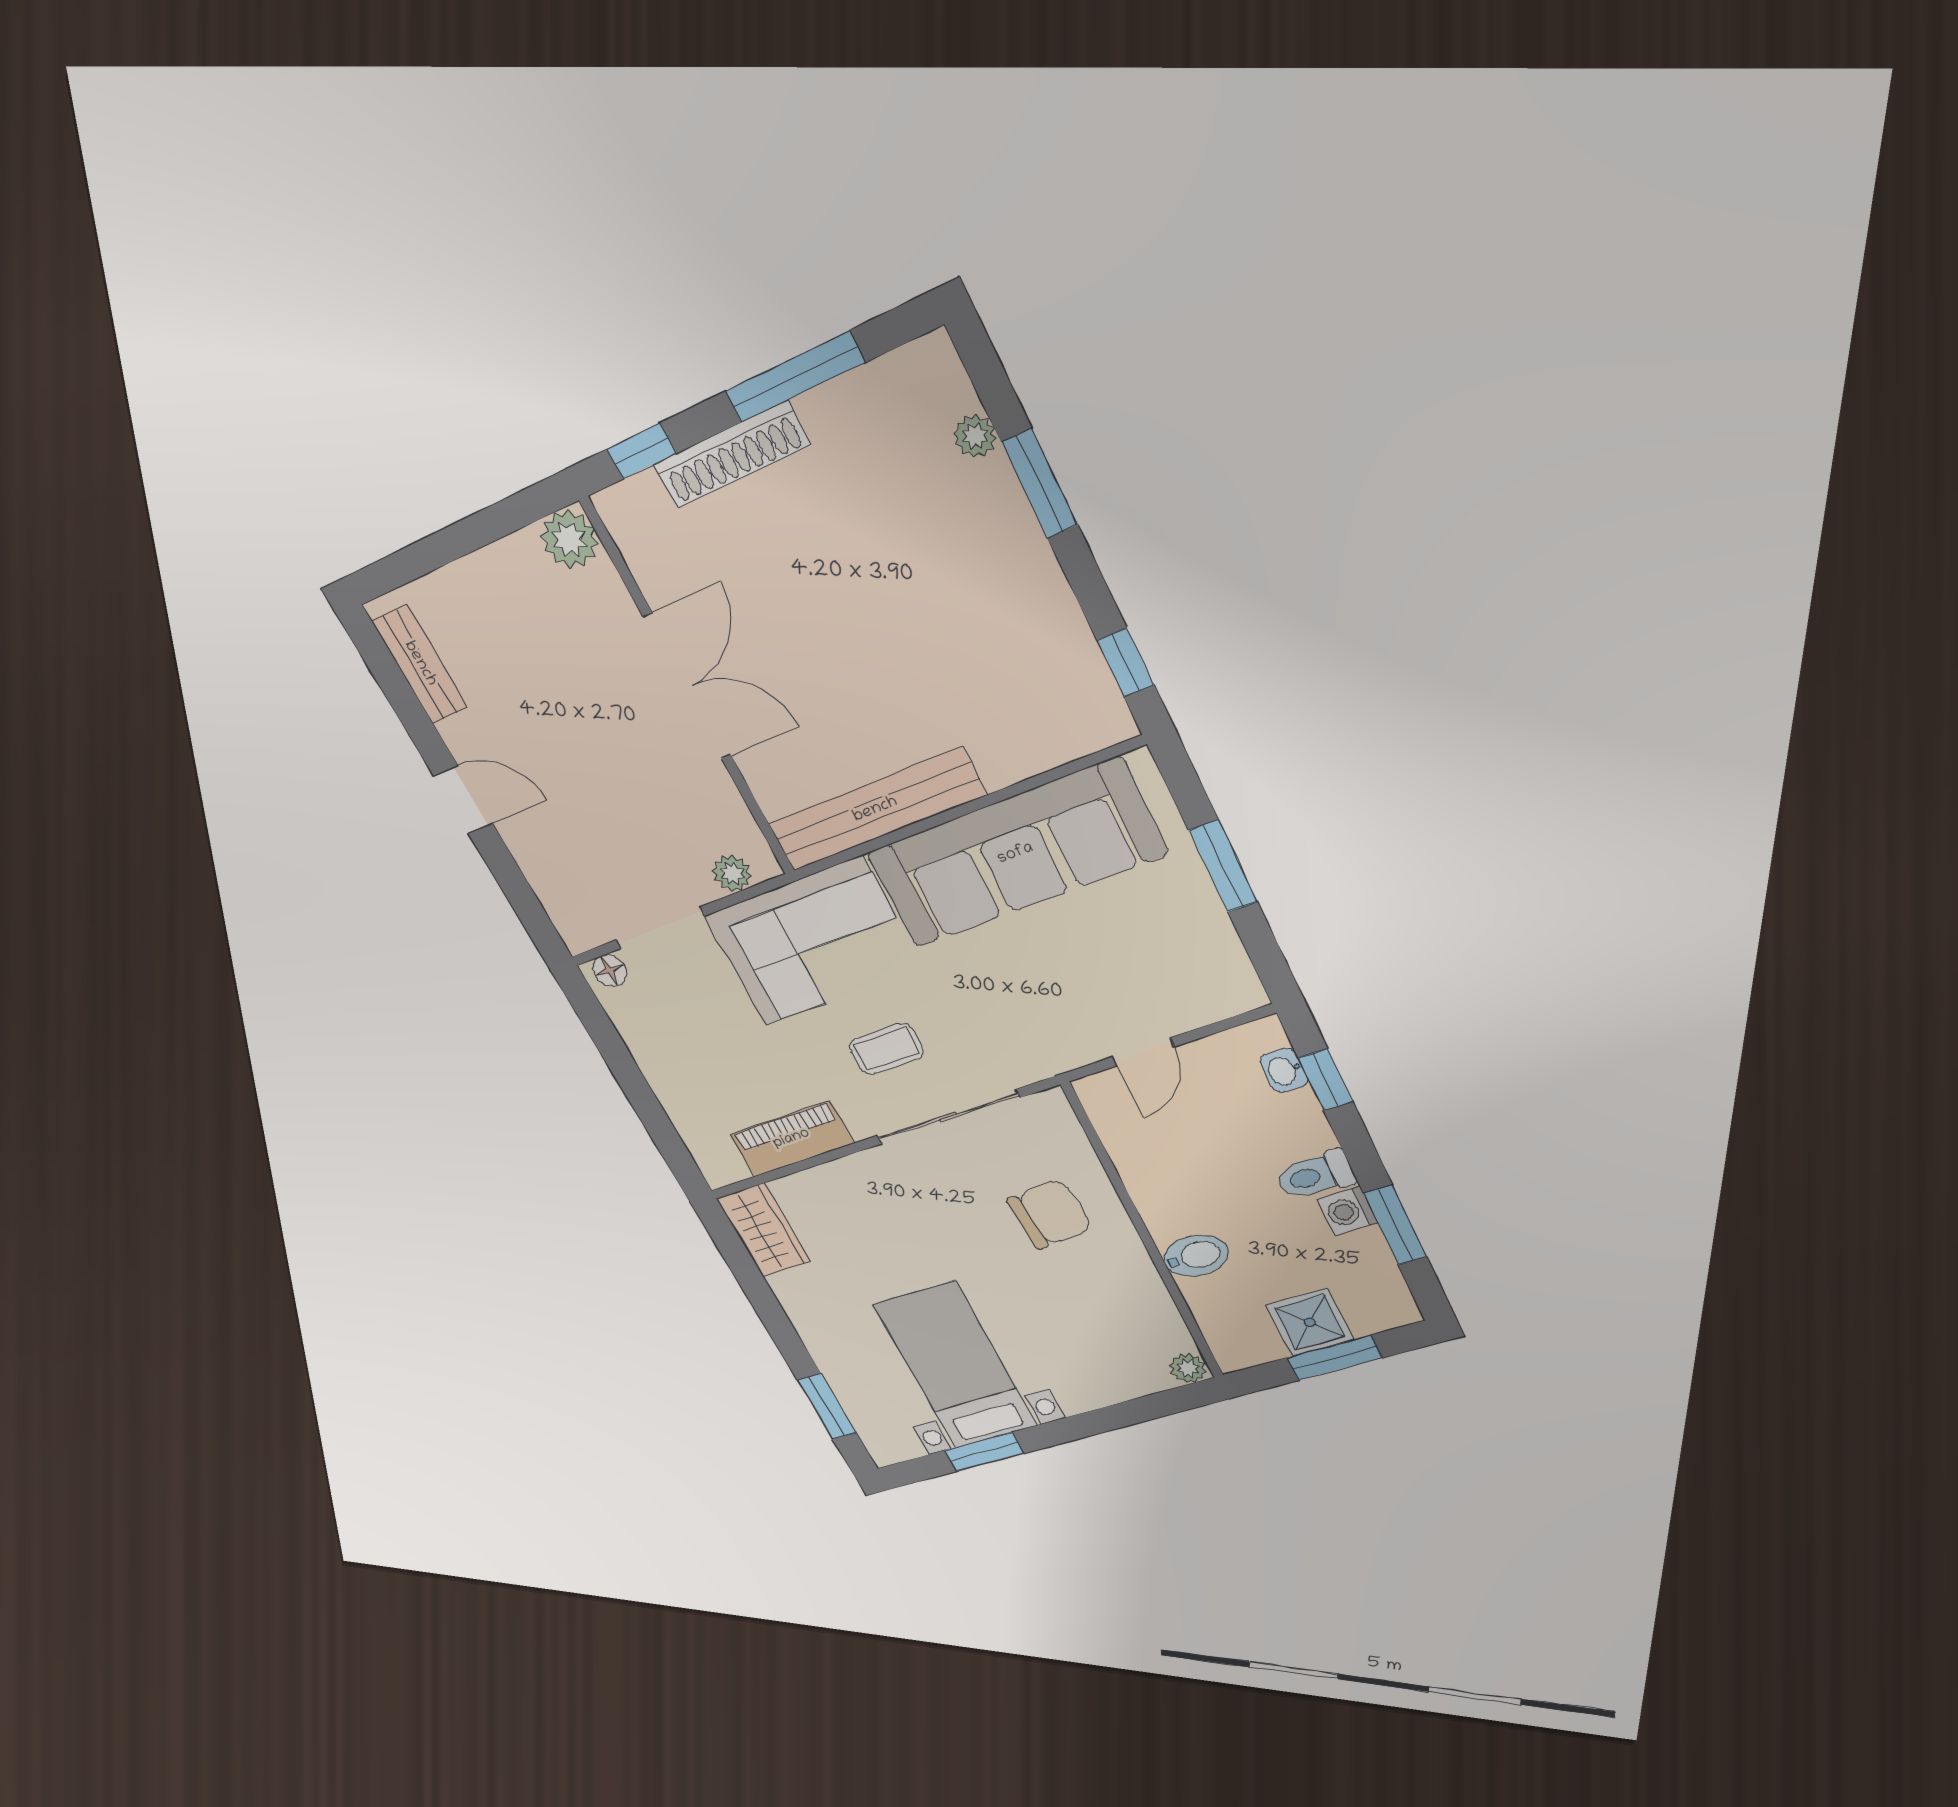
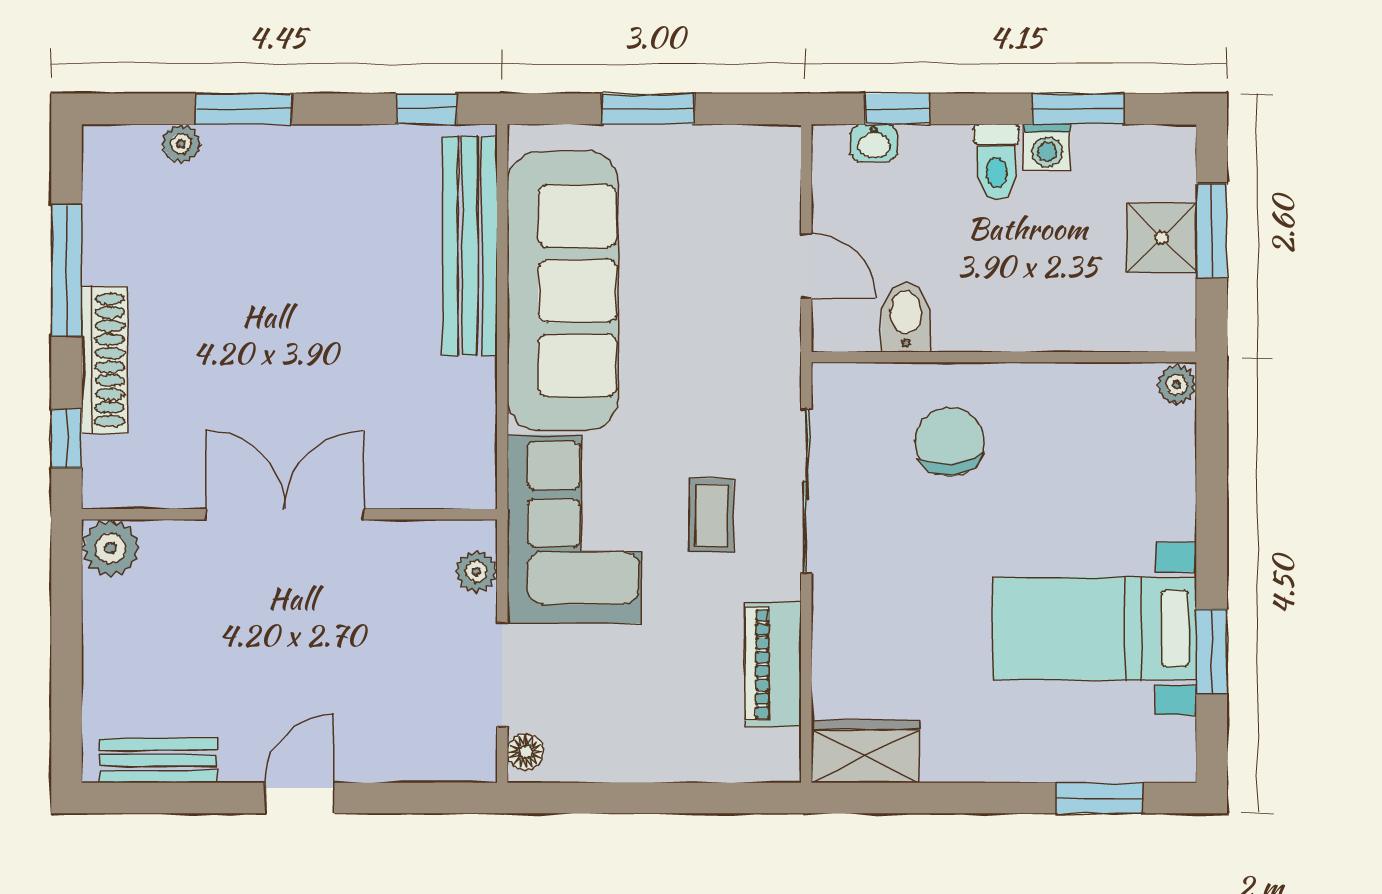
bench: (876, 810) -> (470, 246), moved
bidet: (1196, 1256) -> (906, 317), moved

